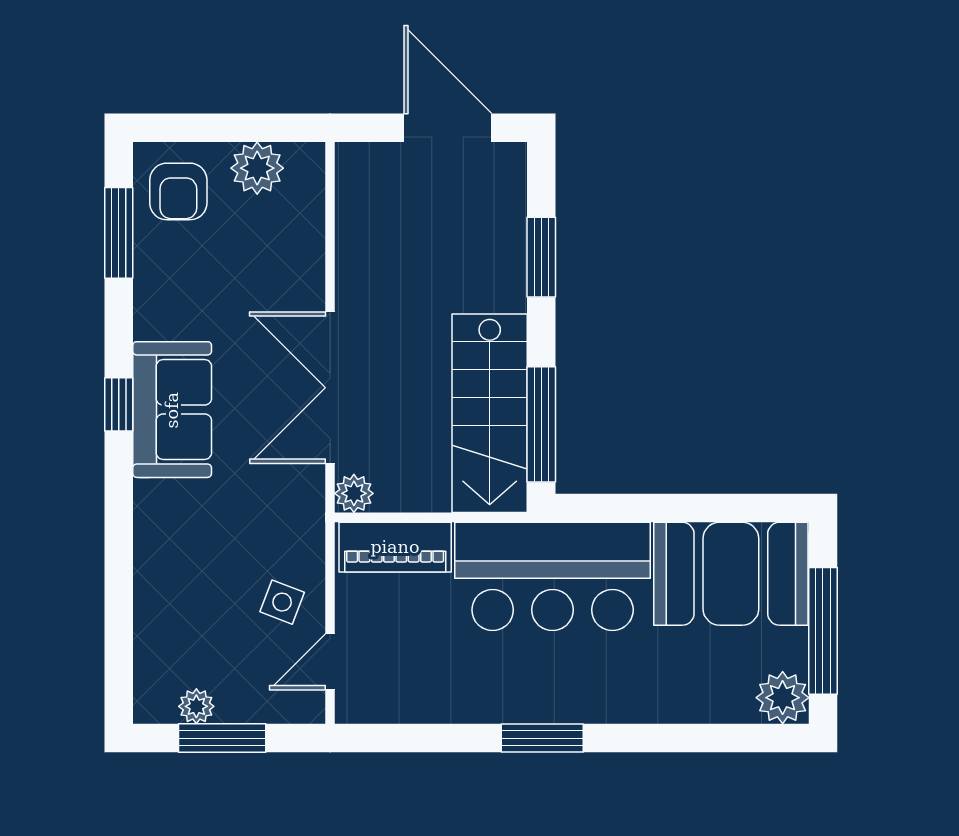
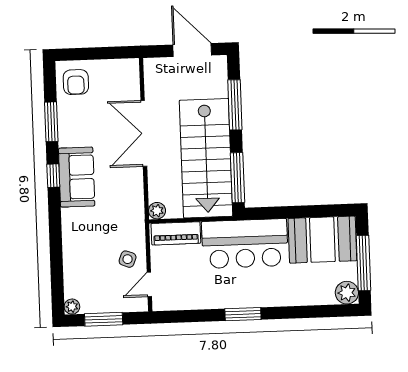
plant: (257, 168) -> (110, 71), removed
window: (119, 233) -> (51, 122), moved
window: (541, 257) -> (235, 105), width x1.44
double door: (330, 388) -> (144, 133), moved
stairs: (490, 413) -> (206, 158), width x1.36, depth x1.51
plant: (196, 706) -> (72, 307), moved

